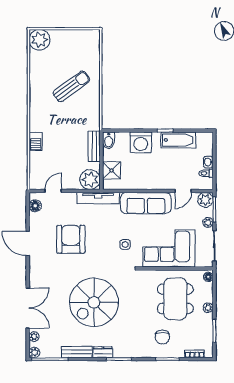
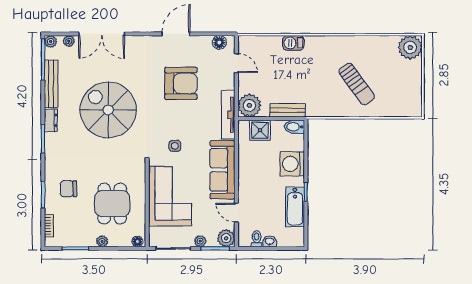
dining table: (175, 299) -> (112, 204), width x0.73
bench: (77, 352) -> (51, 84), width x1.36

